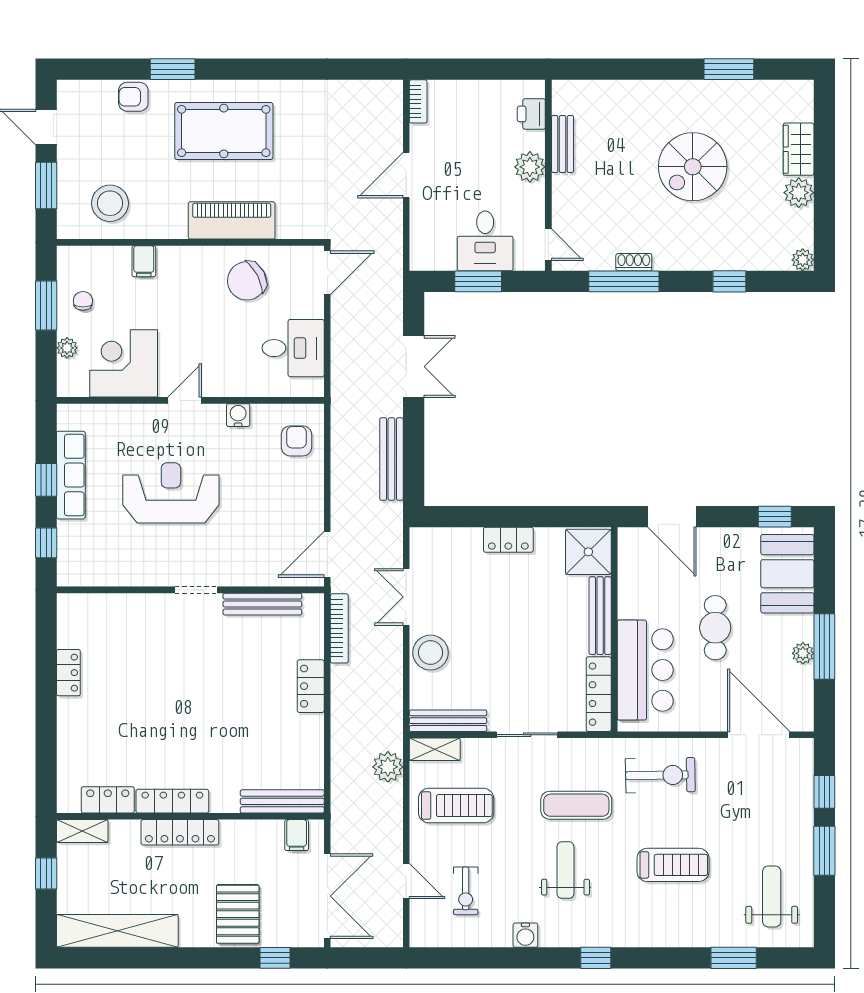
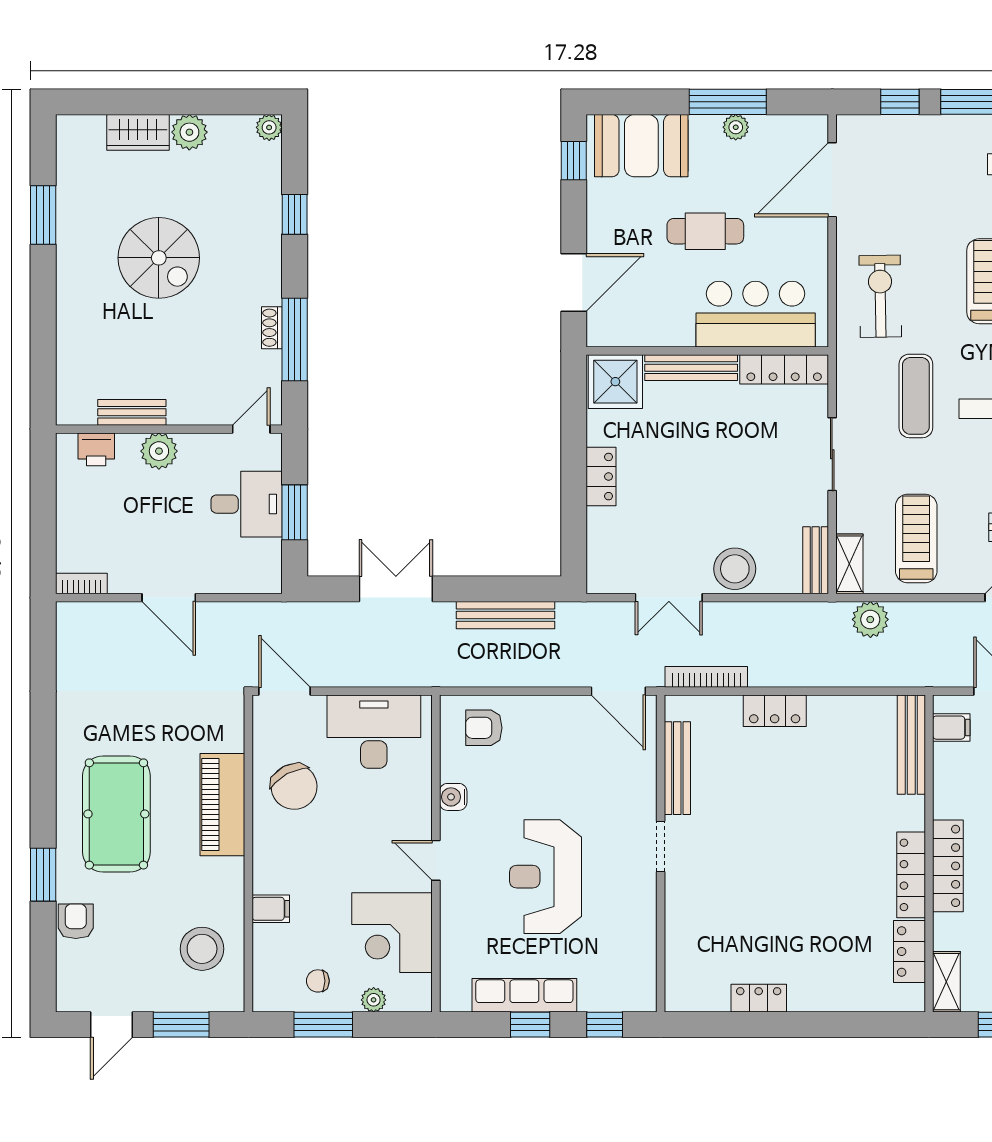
armchair: (133, 97) -> (76, 921), turned 180
desk: (293, 348) -> (374, 732), width x1.37
bench: (448, 721) -> (816, 560), width x0.73

